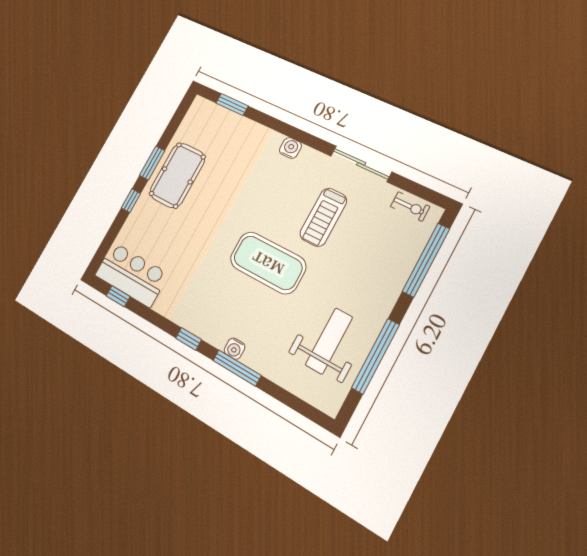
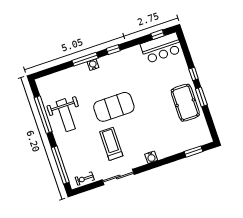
weight bench: (329, 341) -> (66, 115), moved

